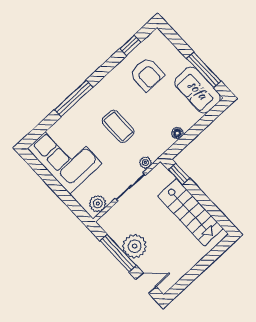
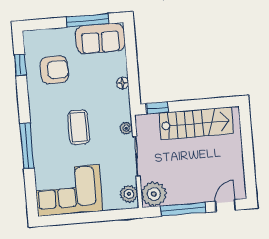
coffee table: (118, 126) -> (79, 127), turned 90
plant: (135, 246) -> (154, 194), moved

